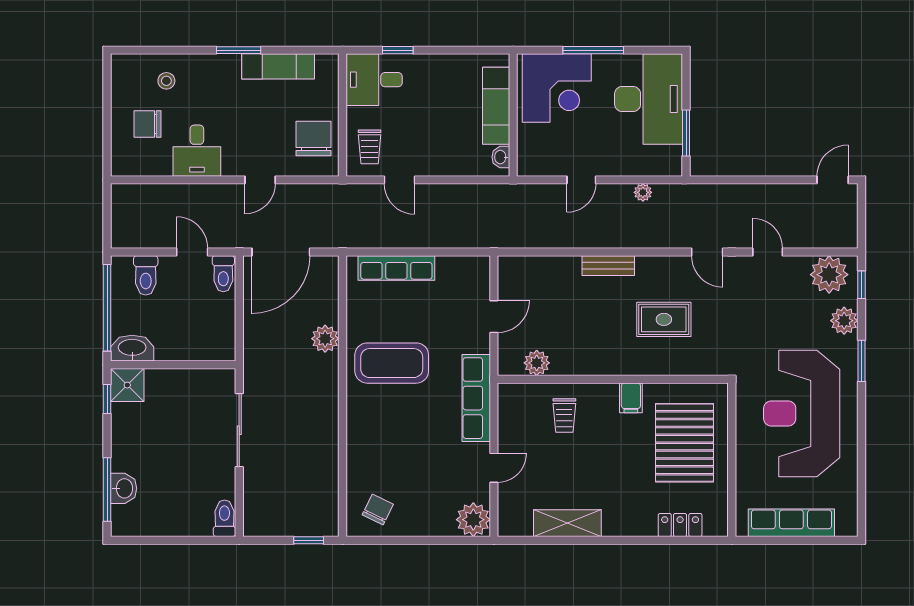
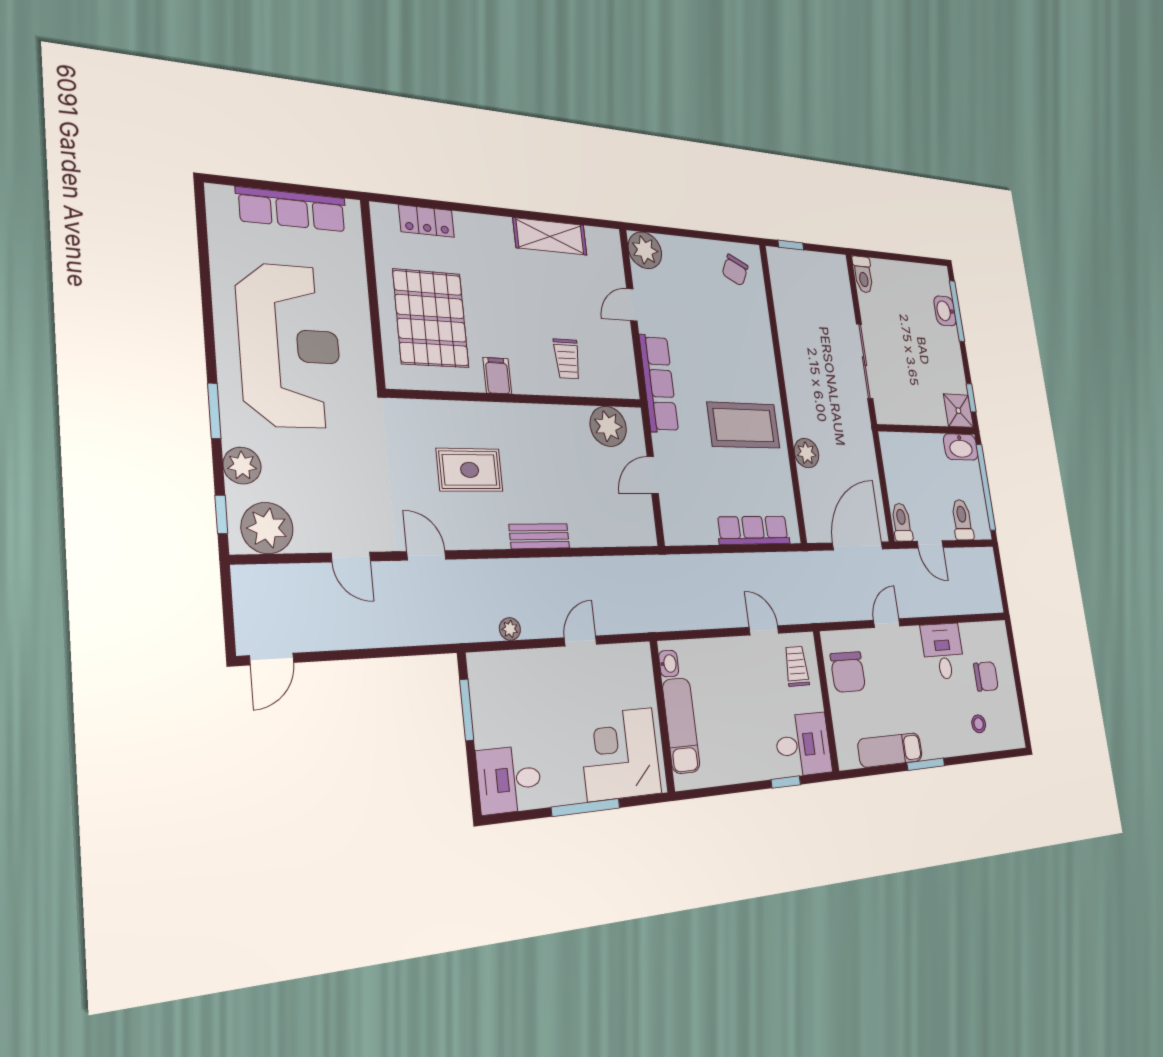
desk: (649, 99) -> (509, 780), width x0.53, depth x0.77
plant: (537, 363) -> (608, 426), width x1.36, depth x1.36
trolley: (564, 415) -> (567, 359), turned 180

